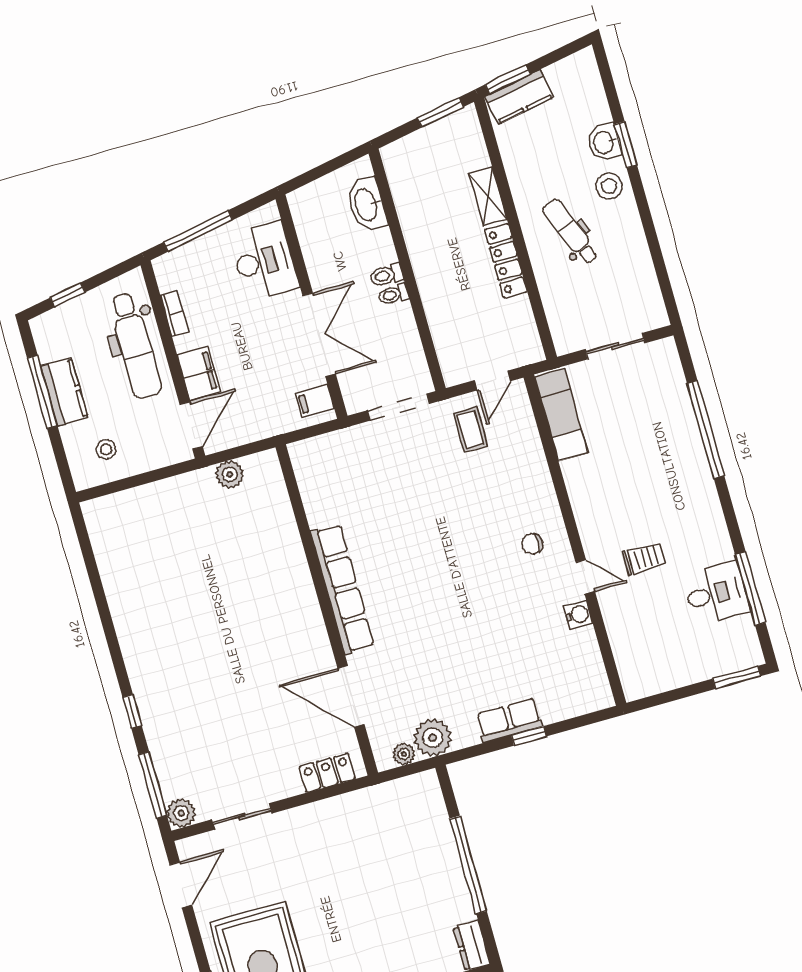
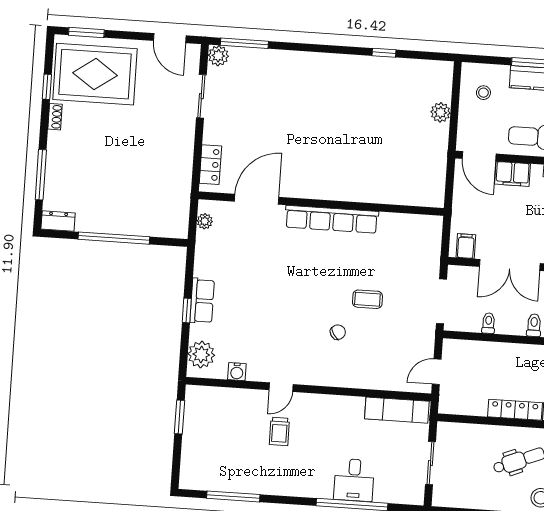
toilet: (393, 295) -> (488, 323), moved
door: (493, 381) -> (437, 372), hinge flipped
coffee table: (470, 430) -> (367, 299), moved
plant: (230, 474) -> (440, 112), moved
chair: (532, 544) -> (338, 332), moved, turned 57
desk: (716, 593) -> (354, 480), moved
water cooler: (578, 615) -> (237, 372), moved
window: (737, 677) -> (180, 417), moved
window: (132, 711) -> (384, 53), moved
plant: (433, 738) -> (201, 354), moved

